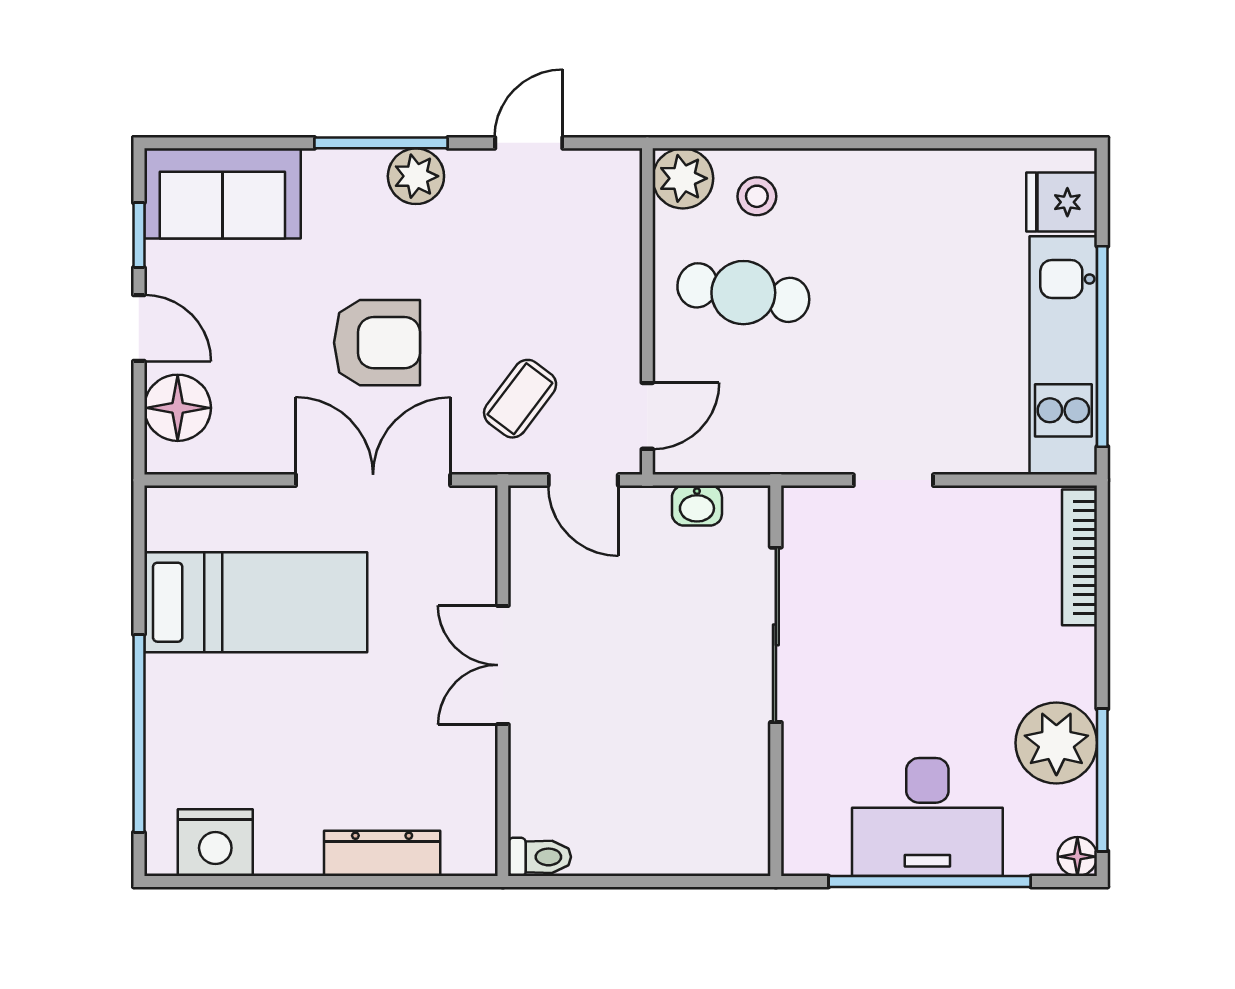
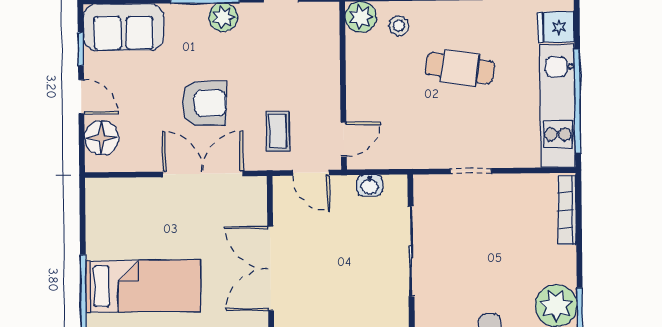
cafe table: (743, 293) -> (460, 68), moved
coffee table: (520, 399) -> (278, 131), turned -37
bed: (256, 602) -> (143, 286), moved
double door: (503, 665) -> (271, 268), width x1.37

